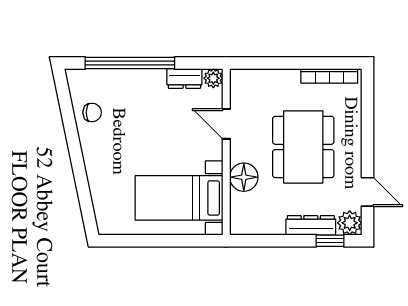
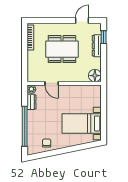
door: (226, 124) -> (52, 83), hinge flipped
floor lamp: (244, 177) -> (95, 76), moved
bed with nightstands: (179, 198) -> (82, 123), moved, turned 90
plant: (350, 223) -> (96, 28), removed

